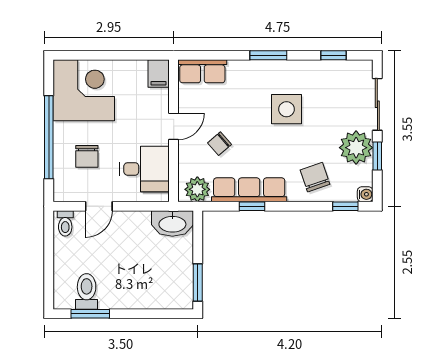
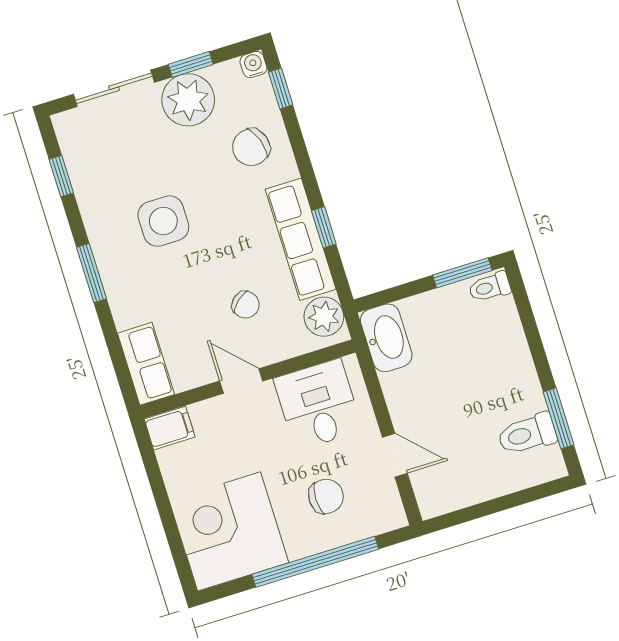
toilet: (65, 223) -> (490, 287), moved, turned 180

